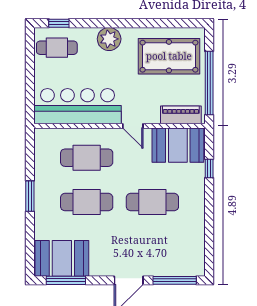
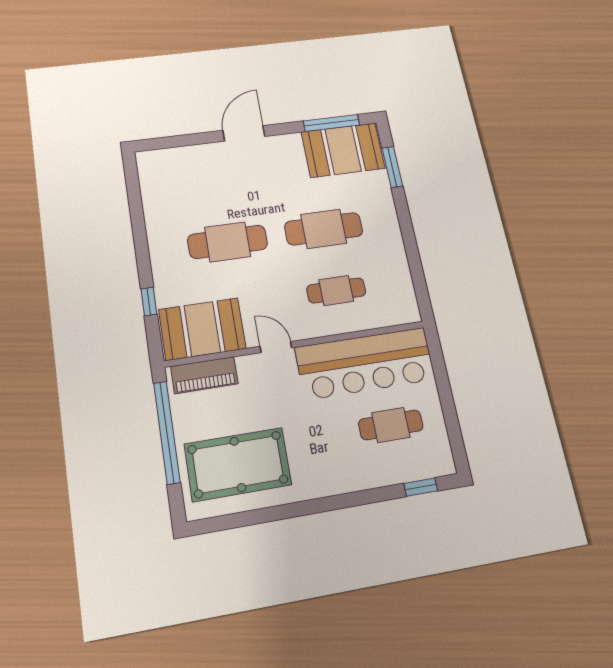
plant: (109, 39) -> (338, 476), removed
cafe table: (57, 48) -> (391, 425), moved
cafe table: (87, 158) -> (336, 290), width x0.73, depth x0.74
window: (30, 196) -> (392, 167), moved
window: (175, 280) -> (178, 141), removed

